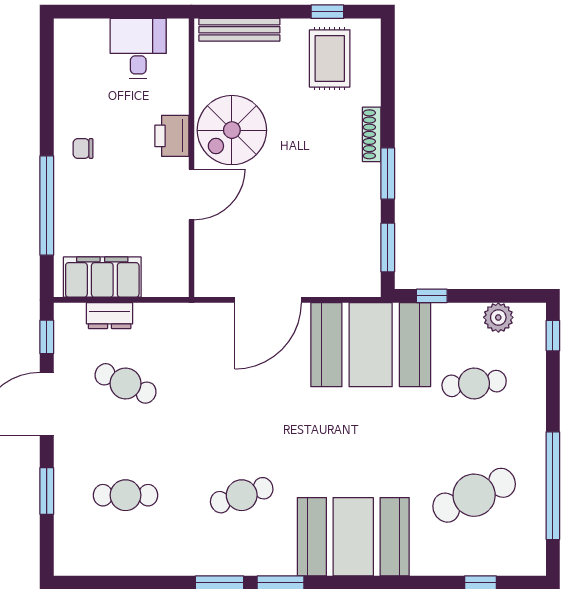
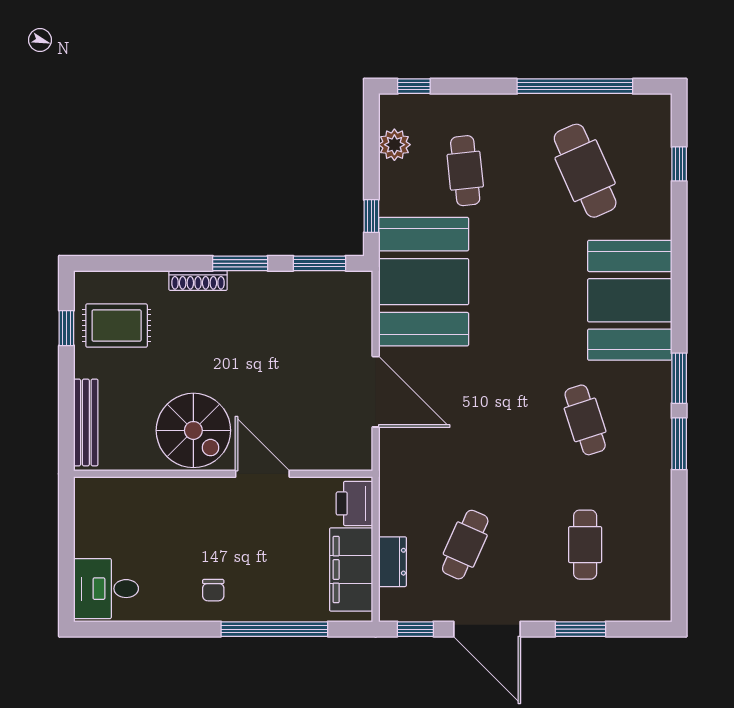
desk: (138, 49) -> (106, 589), moved
printer: (172, 136) -> (354, 503), moved, turned 90

